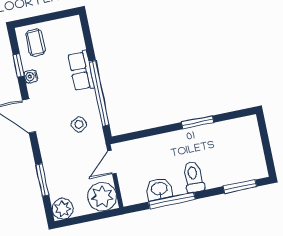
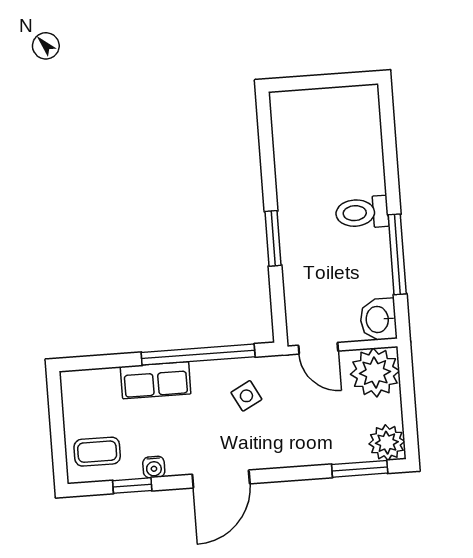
window: (198, 122) -> (273, 238), moved
window: (42, 180) -> (360, 469), moved
window: (240, 186) -> (388, 135), removed
washbasin: (159, 189) -> (378, 319), moved

